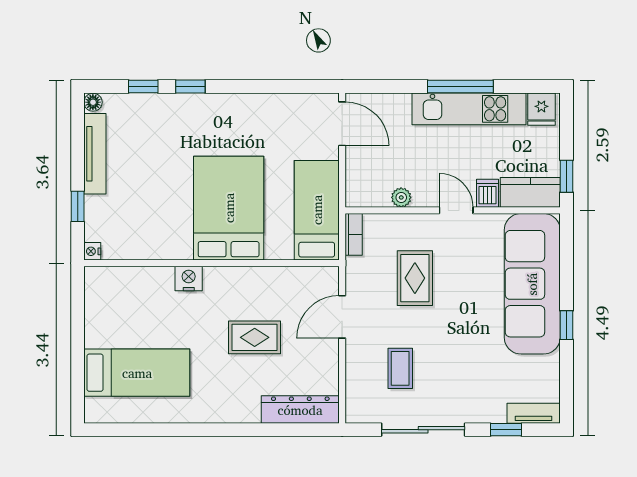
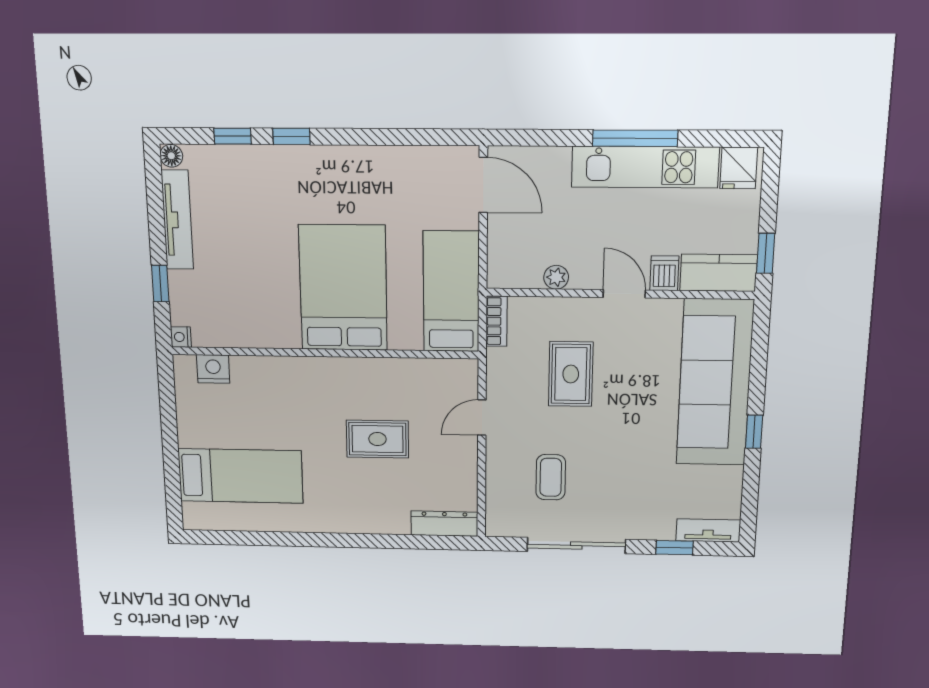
nightstand: (189, 278) -> (213, 369), moved
door: (342, 317) -> (482, 418), width x0.73
dresser: (300, 410) -> (444, 524), width x0.73, depth x0.80

